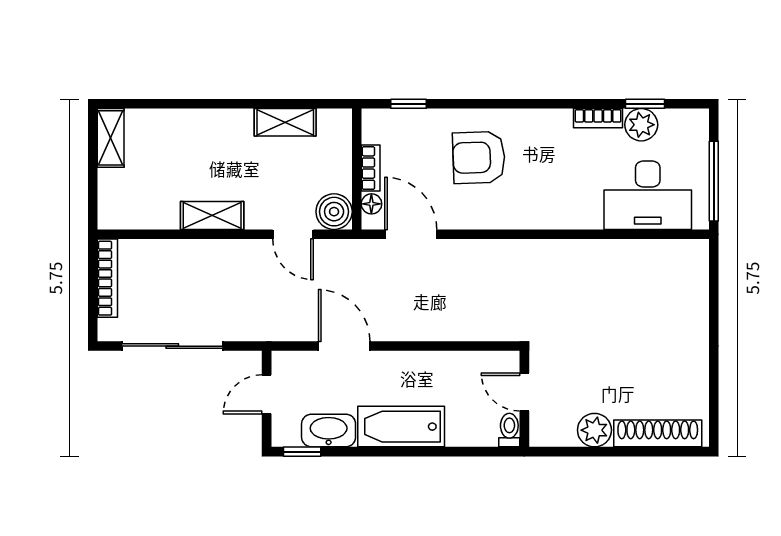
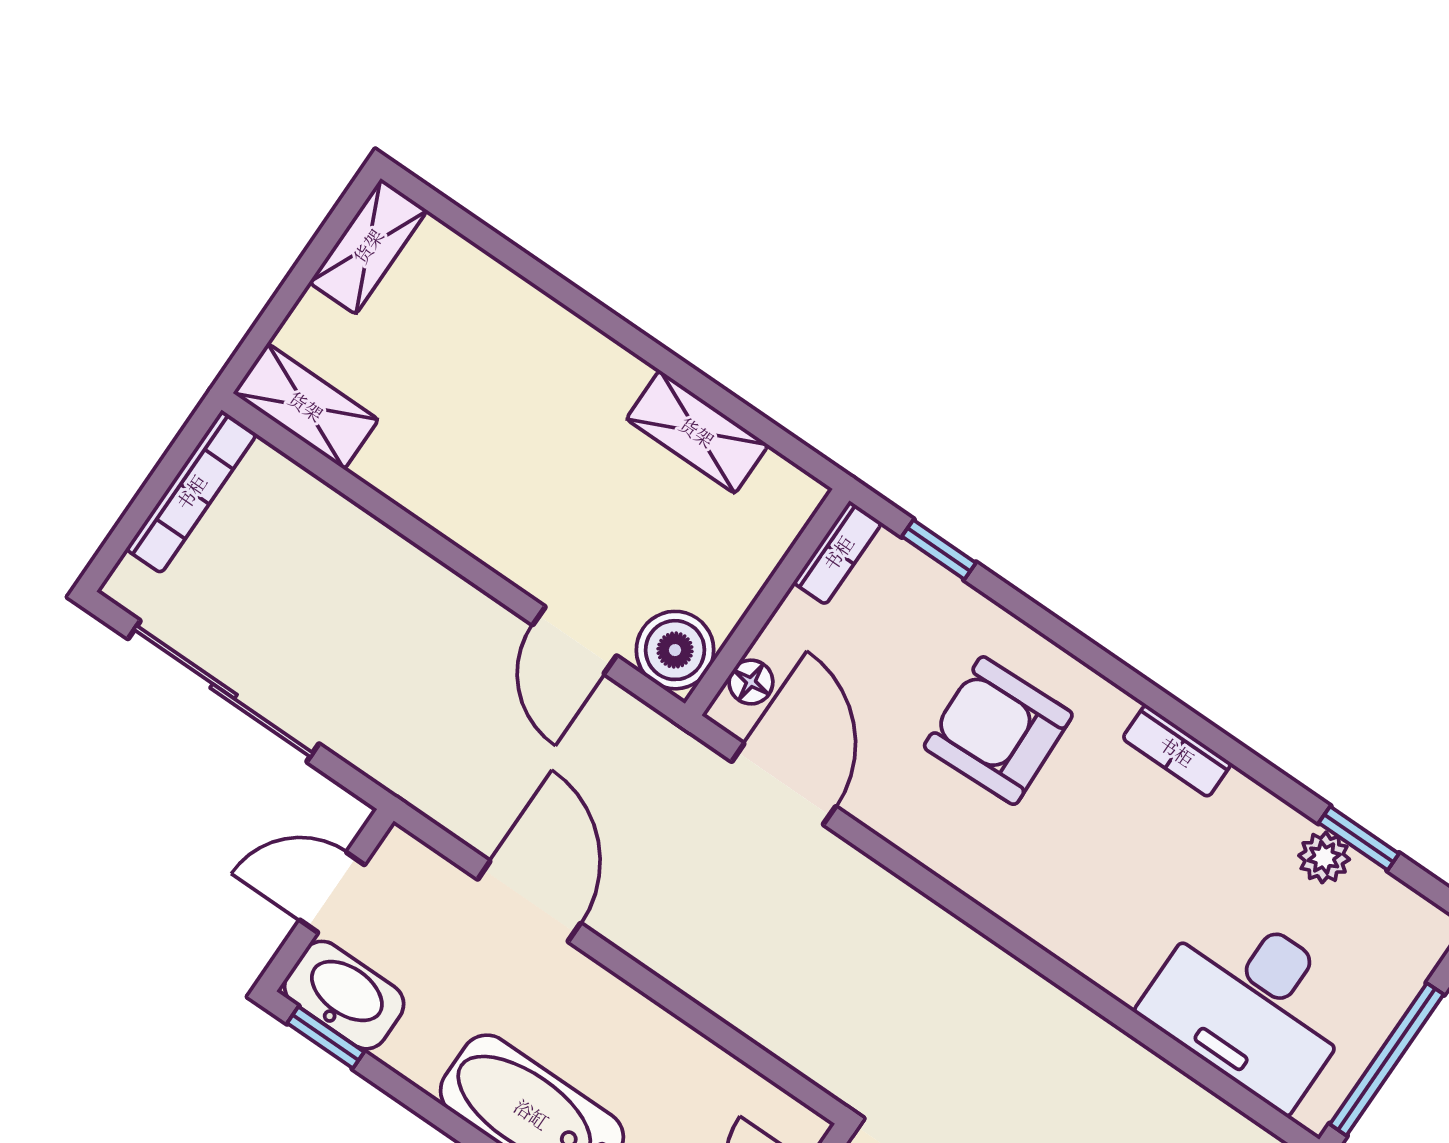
bookcase: (598, 118) -> (1177, 751), moved
plant: (641, 125) -> (1324, 857), width x0.73, depth x0.73
bookcase: (371, 168) -> (838, 553), moved
shelving: (212, 215) -> (306, 406), moved
washbasin: (329, 431) -> (344, 995), moved

